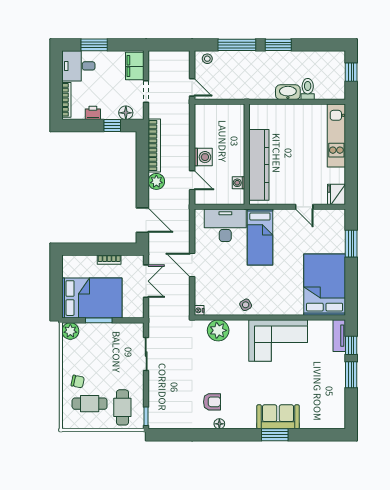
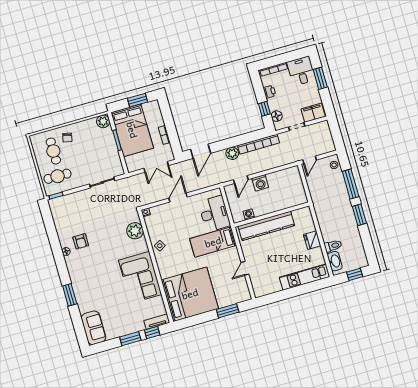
washbasin: (288, 92) -> (335, 261), moved
fridge: (336, 194) -> (312, 240), moved, turned -90
window: (56, 281) -> (138, 100), added
bed: (325, 285) -> (190, 294), width x1.36
sofa: (278, 417) -> (93, 328), moved

